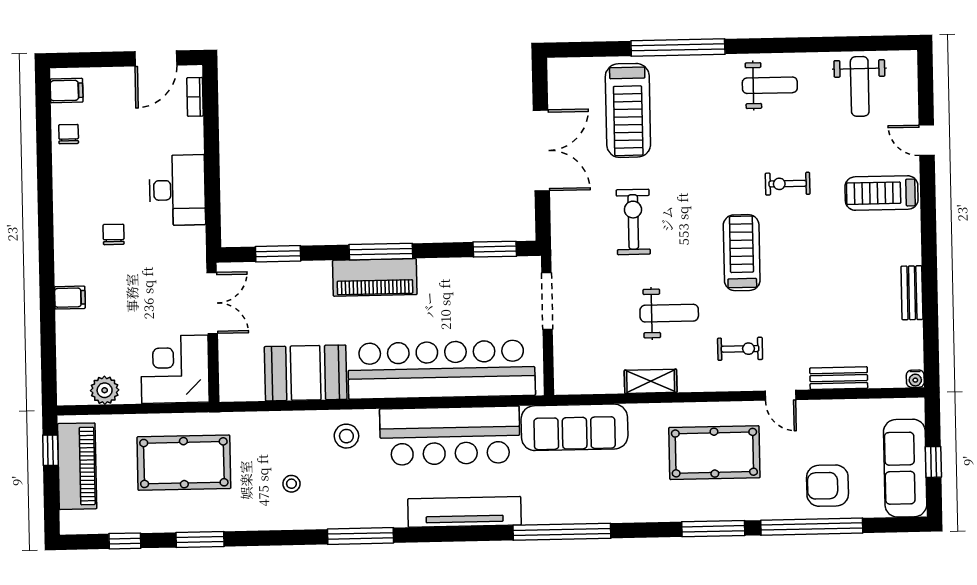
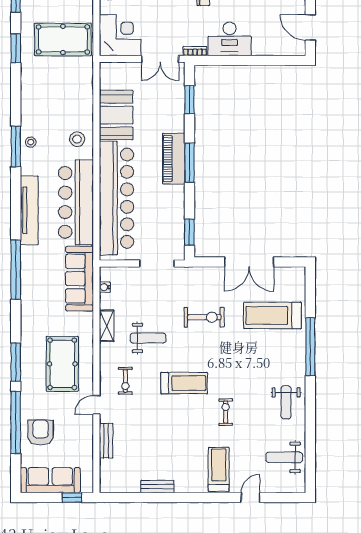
bookcase: (195, 97) -> (195, 51), moved
weight bench: (669, 313) -> (148, 338), turned -90
water cooler: (915, 379) -> (105, 287), moved
window: (933, 462) -> (72, 498), moved
pool table: (184, 463) -> (63, 39), turned 90
stool: (291, 484) -> (31, 142), moved

